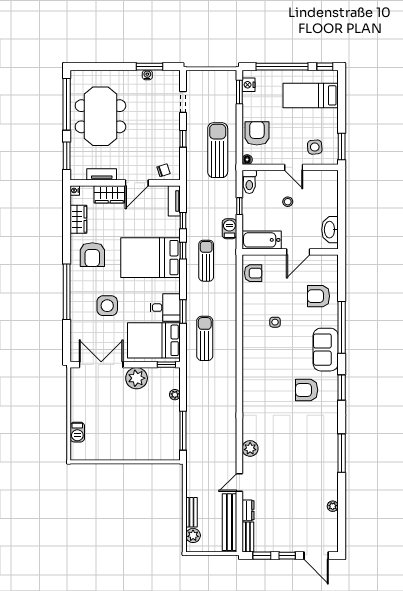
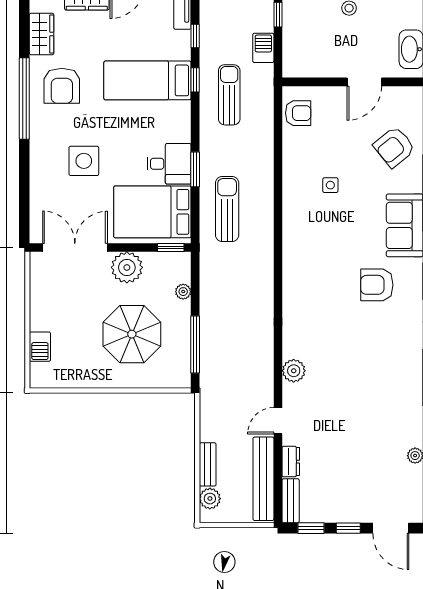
bathtub: (262, 240) -> (311, 64), removed
bed: (151, 258) -> (147, 80), width x0.67
window: (67, 292) -> (24, 99), moved
armchair: (319, 296) -> (394, 147), turned -39
parasol: (140, 424) -> (132, 334), added

